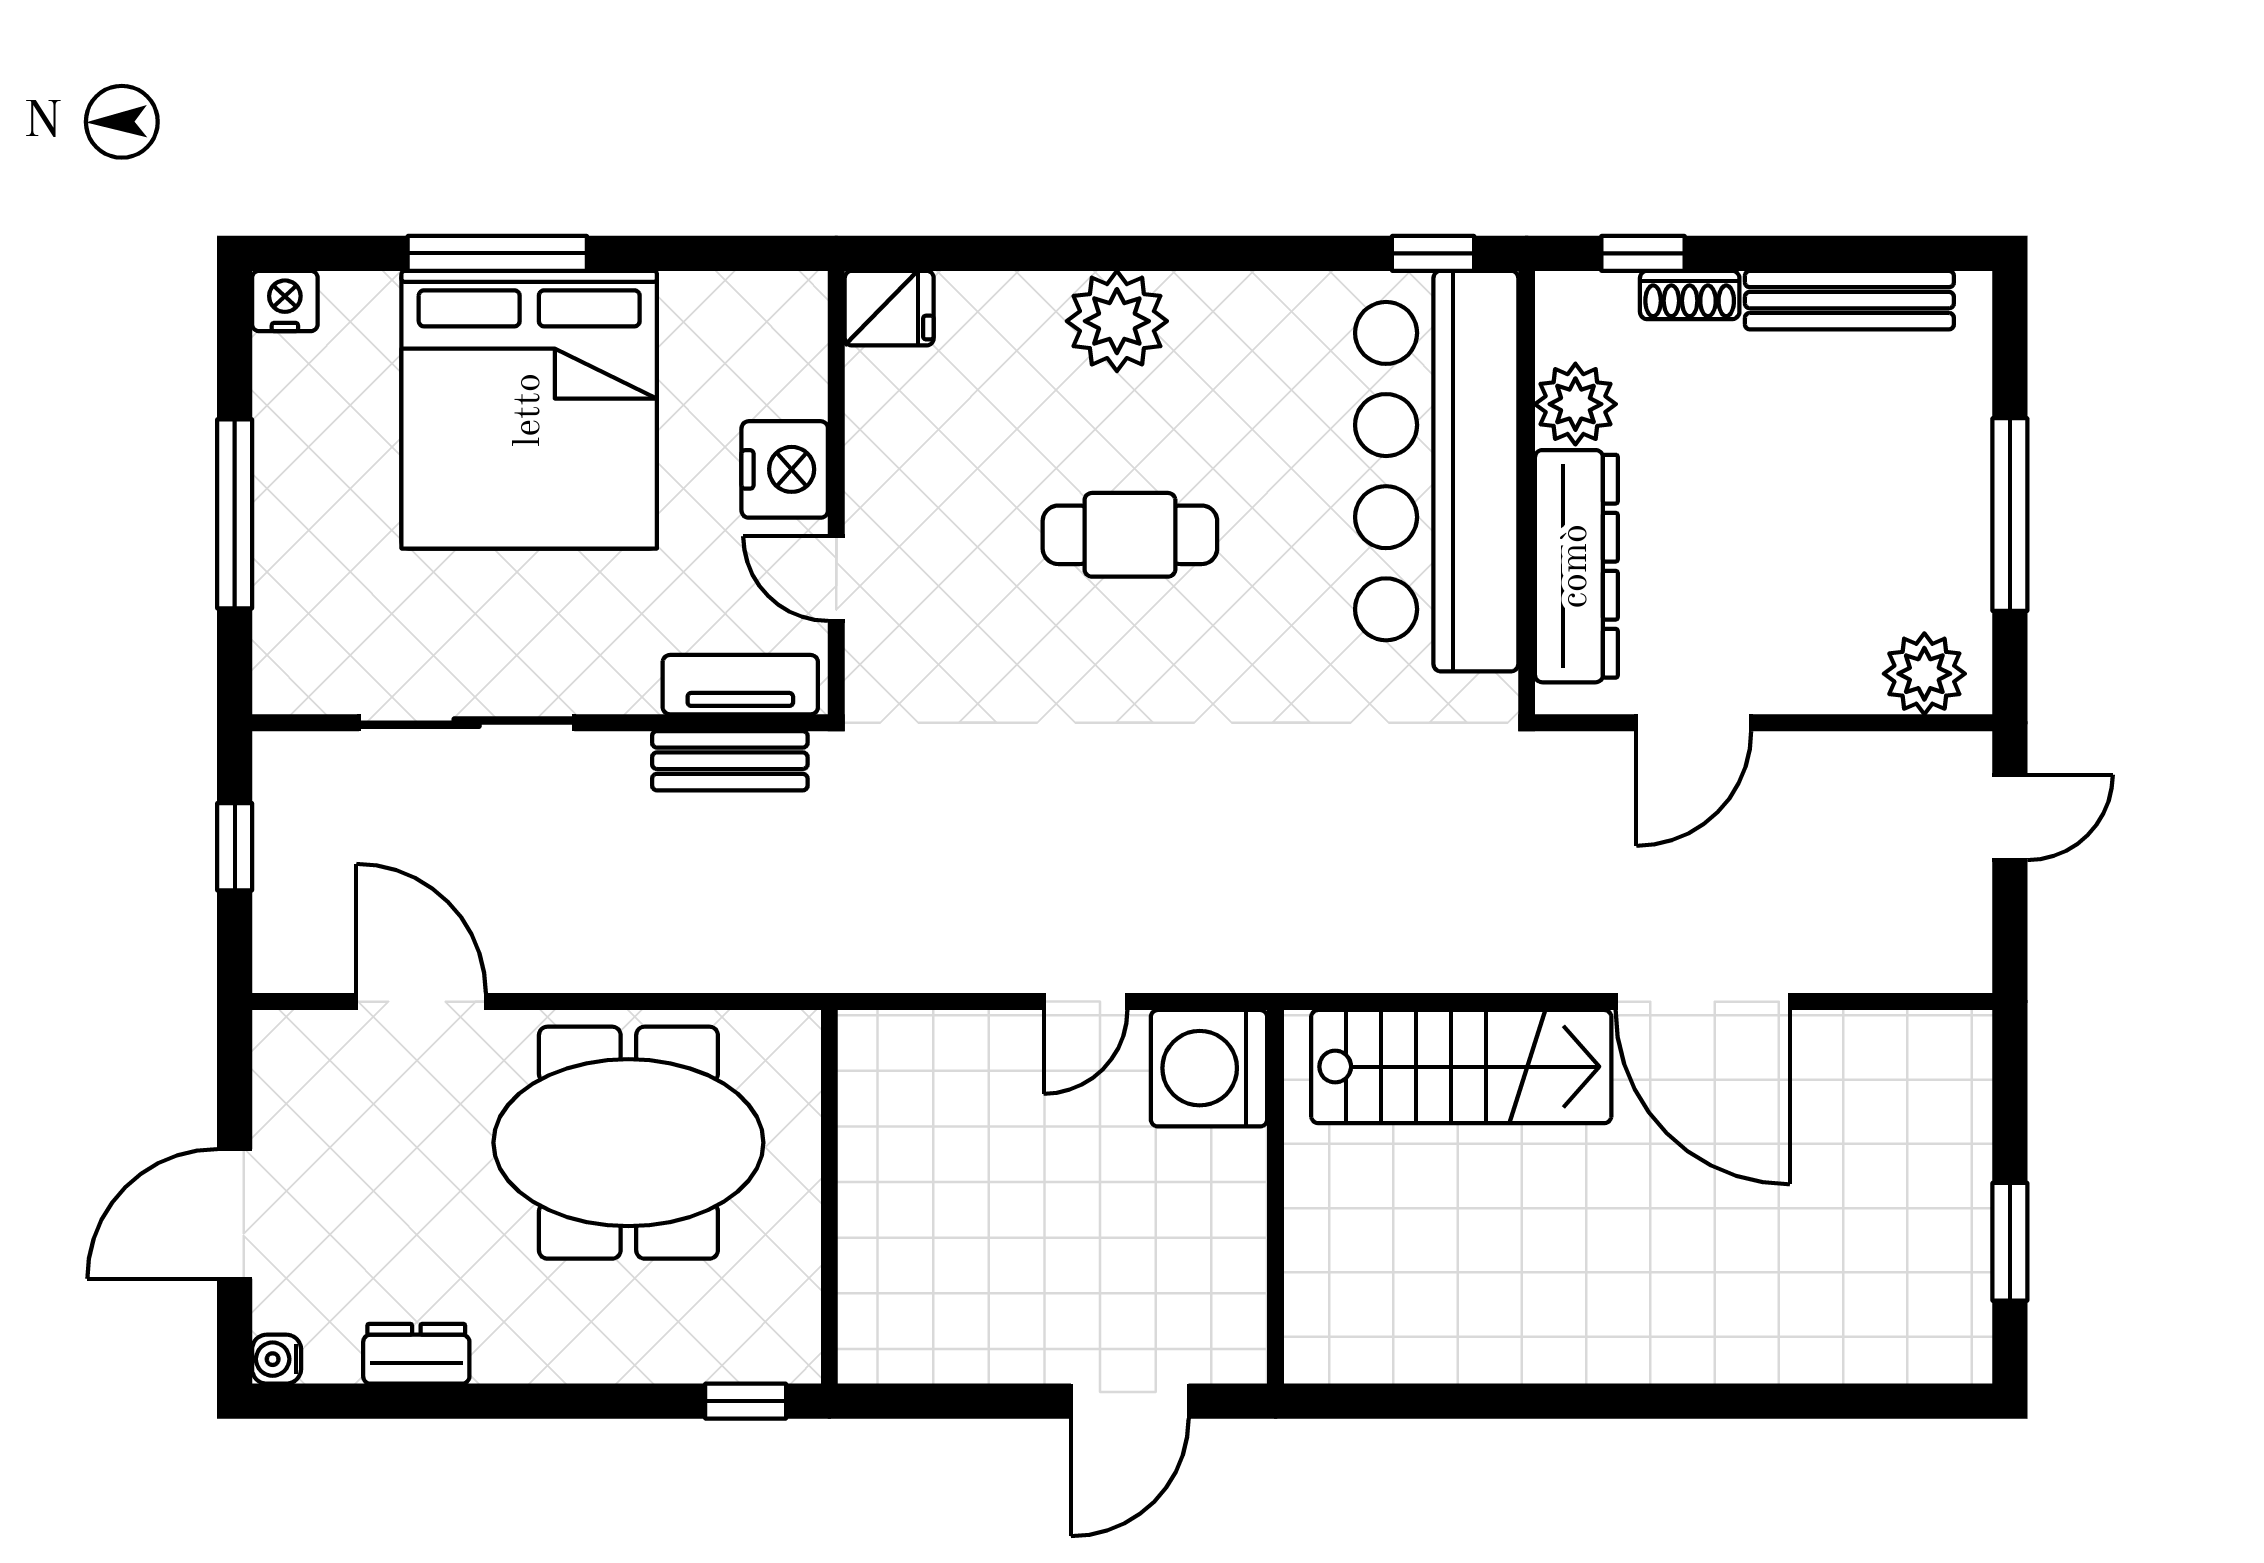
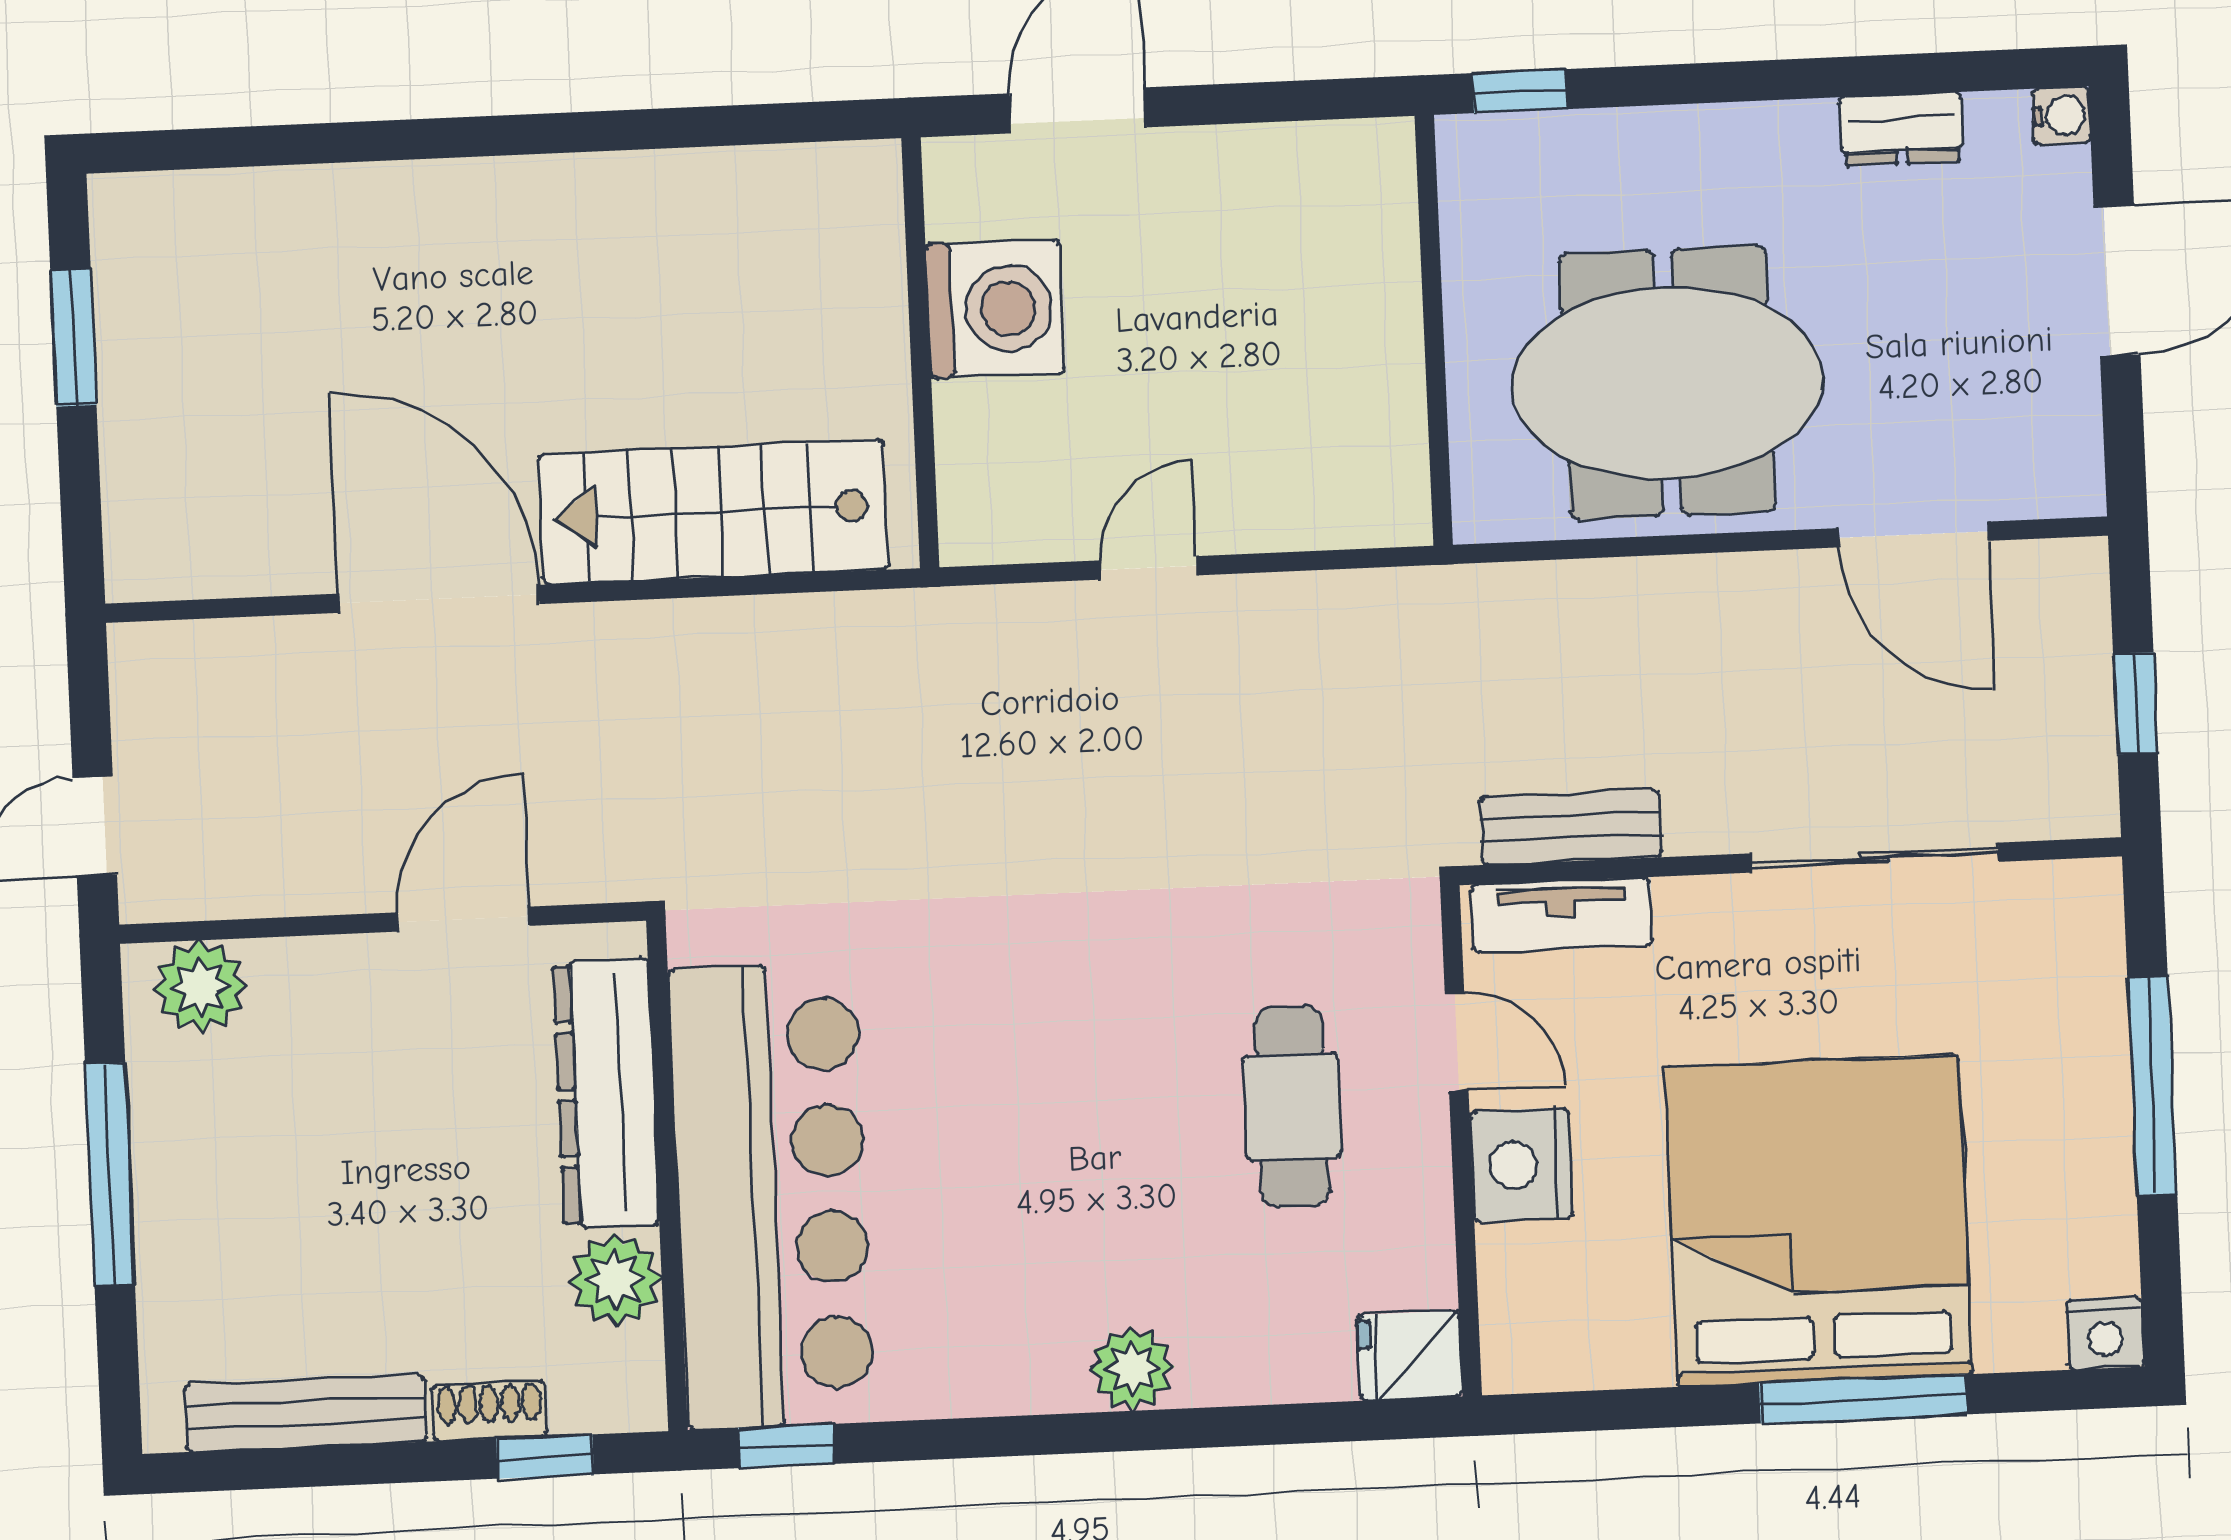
plant: (1117, 321) -> (1132, 1368), width x0.73, depth x0.73
cafe table: (1130, 535) -> (1292, 1107), moved, turned 90
washing machine: (1209, 1068) -> (995, 309), moved

